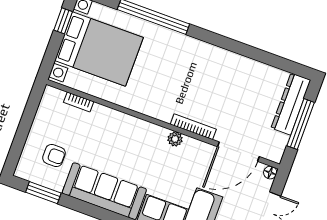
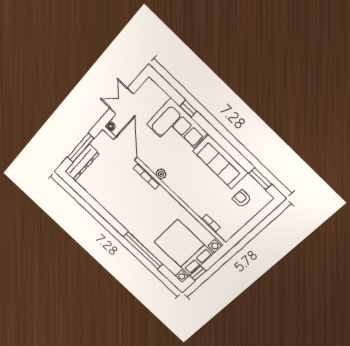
door: (238, 152) -> (125, 148), hinge flipped

